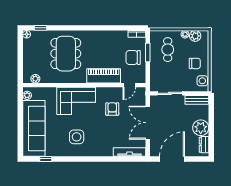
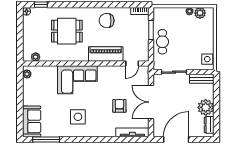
cafe table: (168, 50) -> (162, 42), moved
dining table: (66, 54) -> (67, 31), width x0.73
chair: (133, 57) -> (107, 21), moved
chair: (195, 63) -> (199, 41), removed
armchair: (112, 109) -> (119, 106), moved
sofa: (34, 128) -> (32, 121), width x0.54, depth x0.79
window: (46, 159) -> (46, 140), width x2.17

